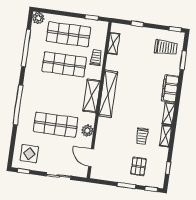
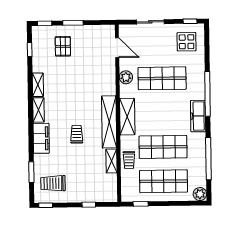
shelving: (114, 44) -> (111, 161), moved
freezer: (29, 87) -> (198, 116), added
trolley: (142, 136) -> (77, 134), moved

